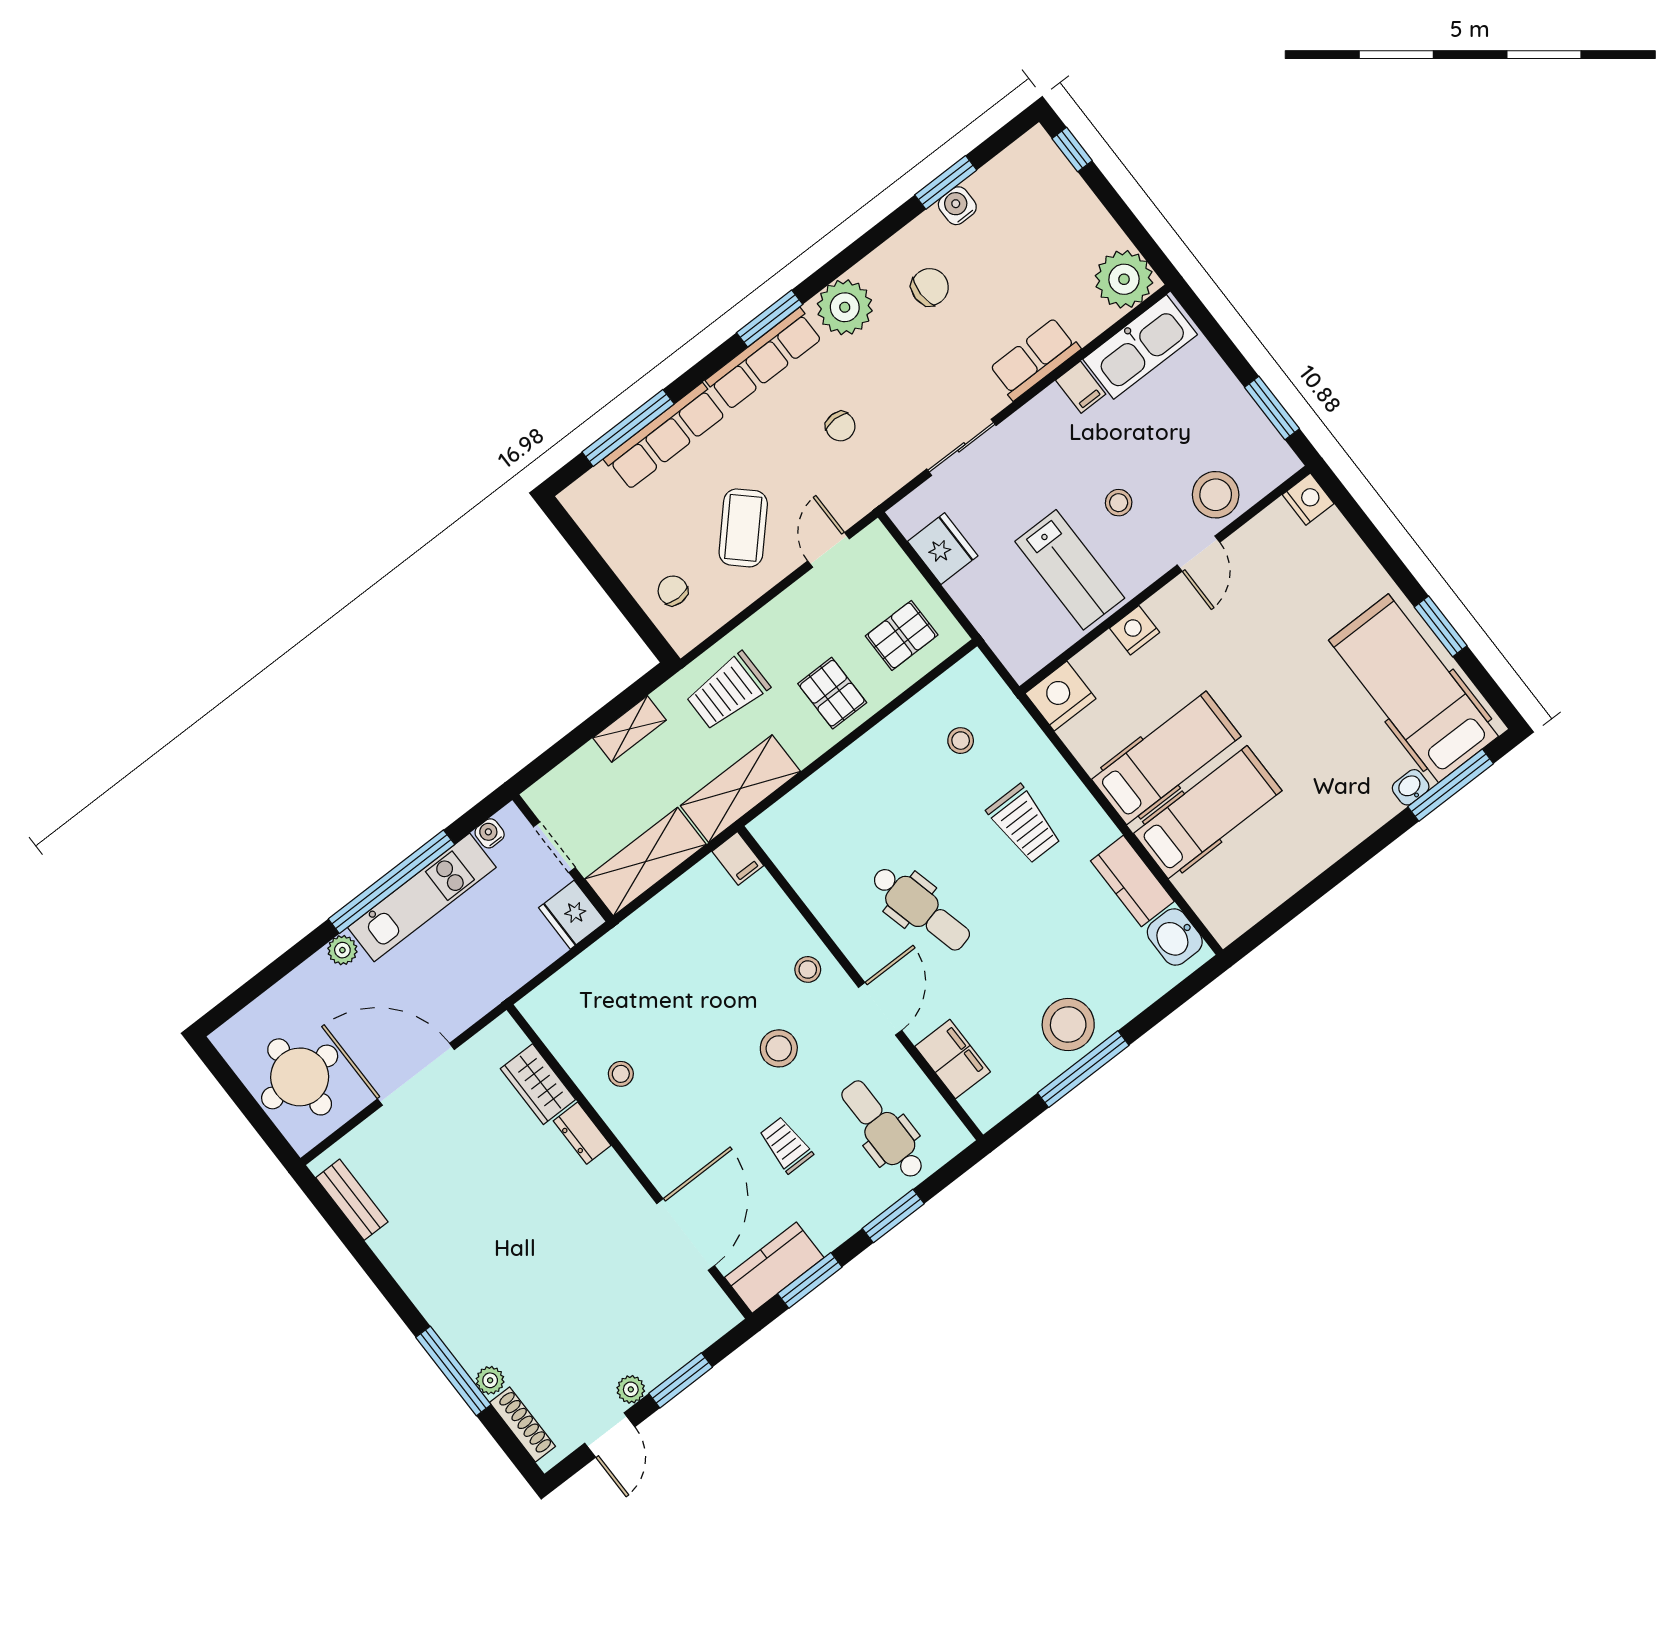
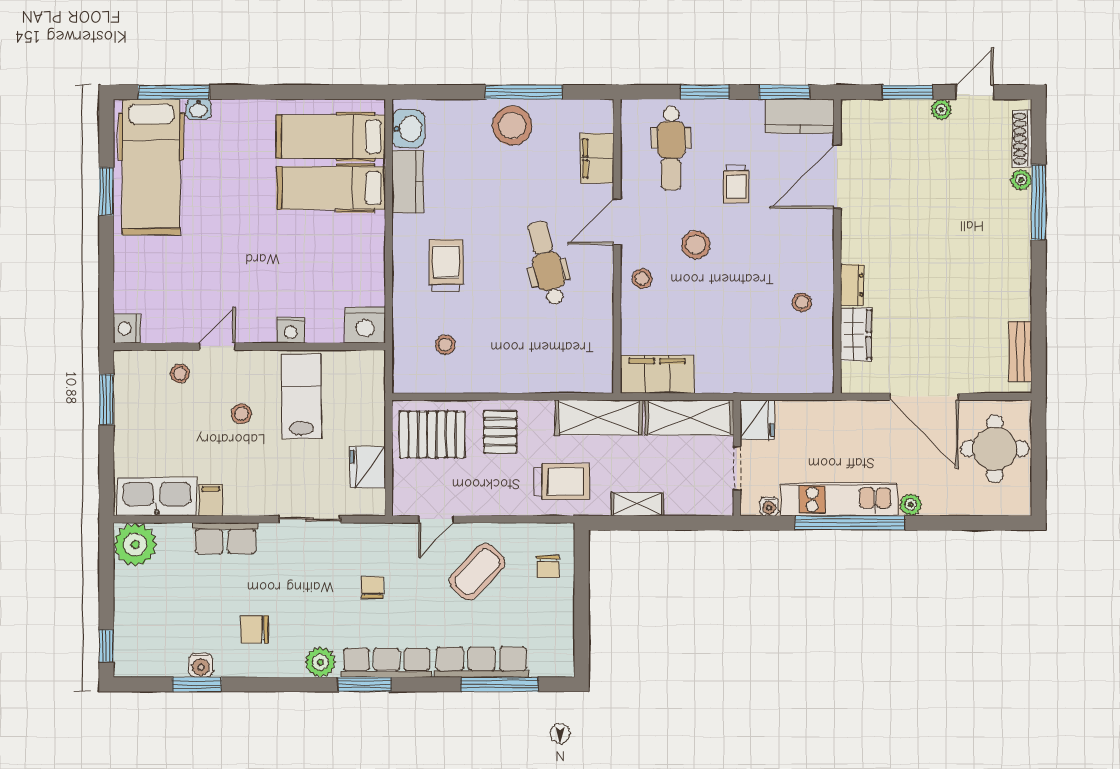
plant: (845, 307) -> (320, 662), width x0.73, depth x0.73
stool: (1216, 495) -> (180, 374), width x0.53, depth x0.53
pallet: (902, 635) -> (432, 435), width x1.50, depth x1.42
hospital bed: (1166, 758) -> (331, 137), moved
filing cabinet: (738, 858) -> (657, 374), width x3.00, depth x1.17

